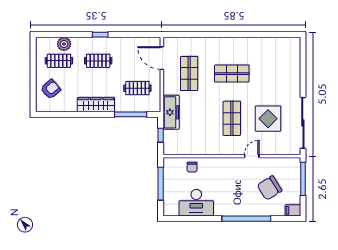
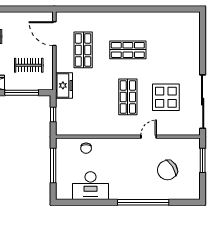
freezer: (171, 112) -> (64, 85), width x0.71
window: (303, 179) -> (203, 160), width x0.69
filing cabinet: (293, 210) -> (192, 194), removed

